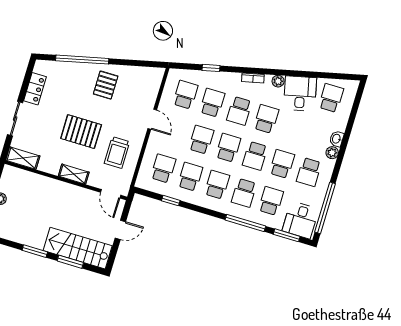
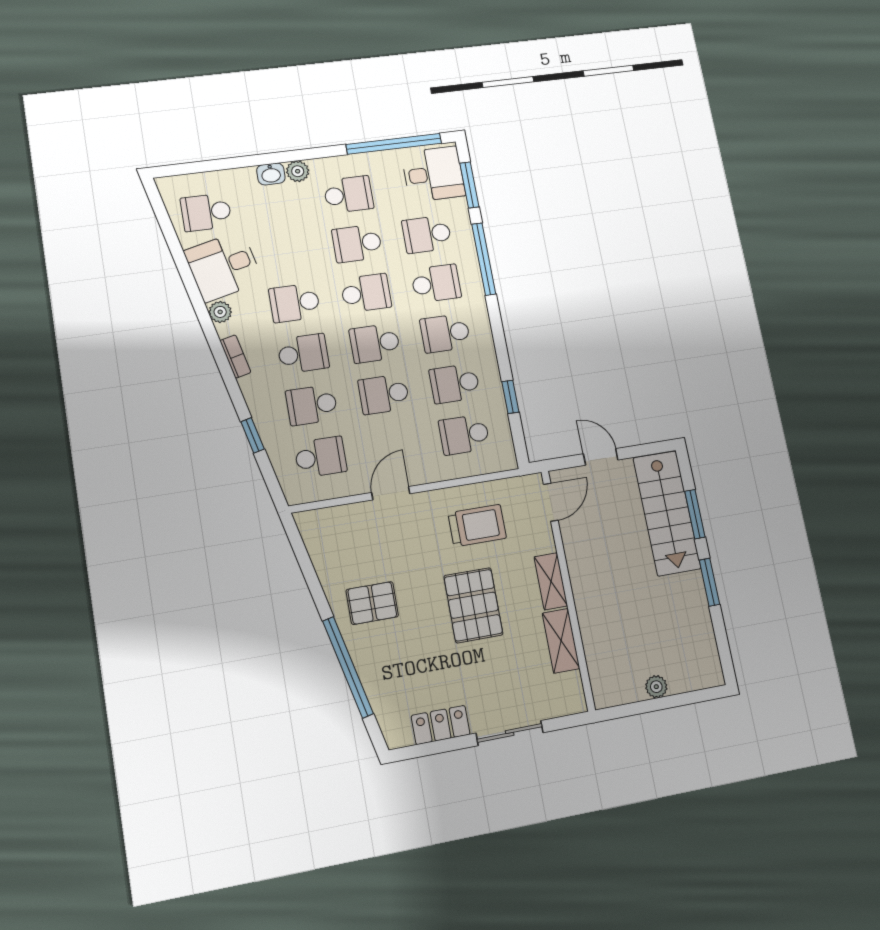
school desk: (185, 95) -> (321, 457), turned 180
shelving: (23, 158) -> (561, 641), moved

